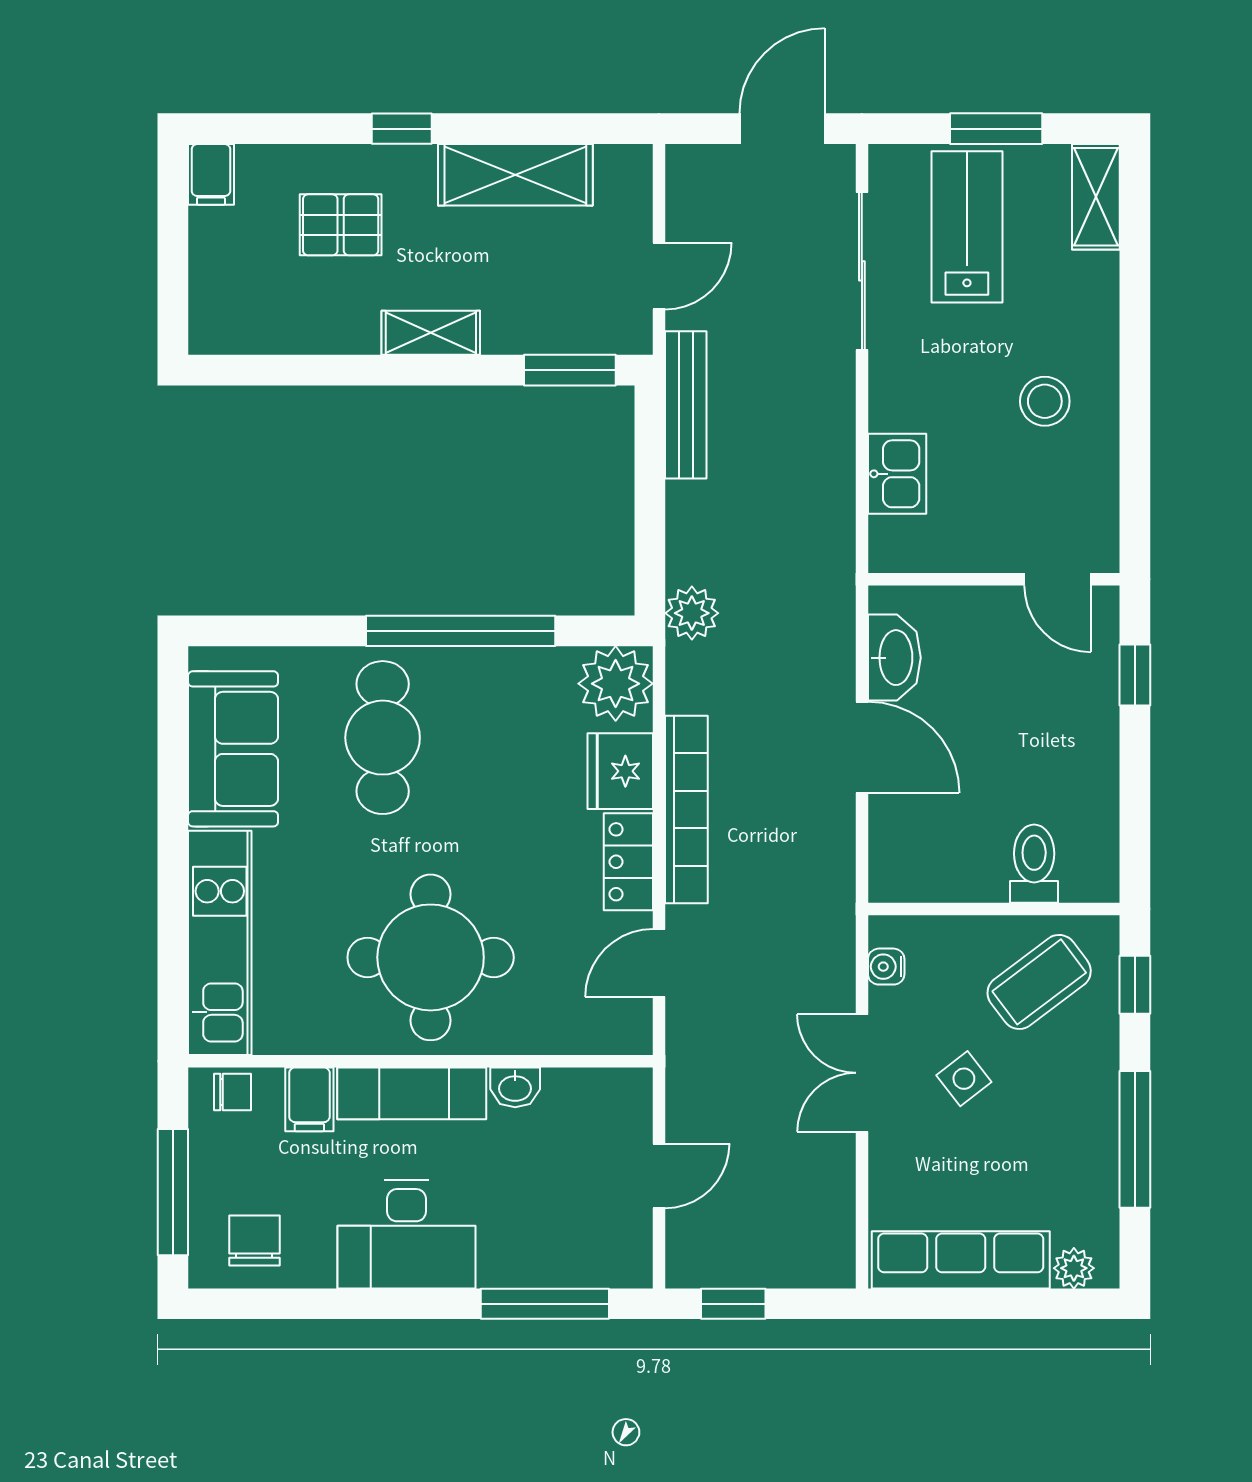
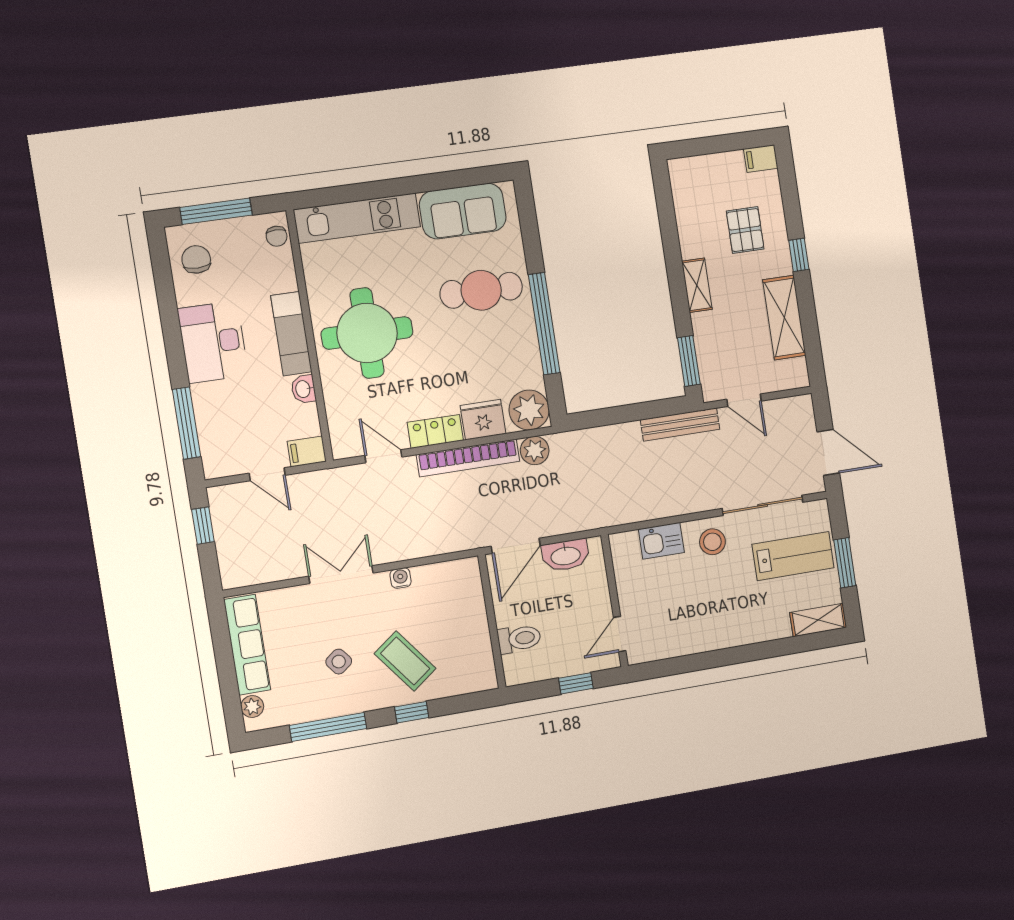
stool: (1045, 401) -> (712, 542), moved
plant: (692, 613) -> (535, 450), moved
toilet: (1034, 864) -> (519, 639), moved
wall: (994, 909) -> (492, 622), moved
side table: (964, 1079) -> (339, 662), moved
filing cabinet: (309, 1099) -> (307, 451), moved
chair: (254, 1241) -> (196, 259), turned -90

